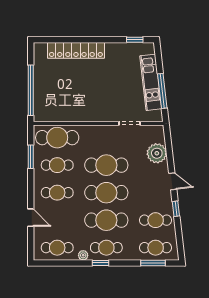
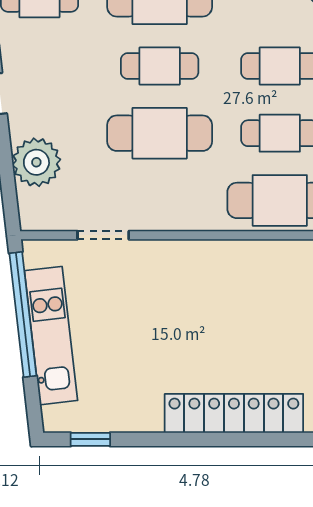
window: (162, 91) -> (23, 314), width x1.46
cafe table: (106, 193) -> (160, 66), width x0.73, depth x0.74

